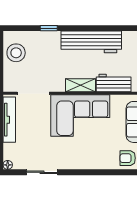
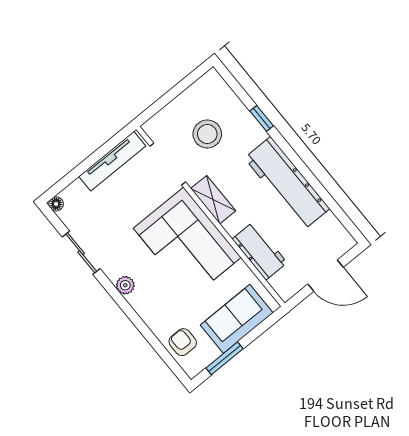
stool: (16, 53) -> (207, 134), moved
shelving: (80, 85) -> (213, 200), moved
plant: (76, 164) -> (125, 285), added

